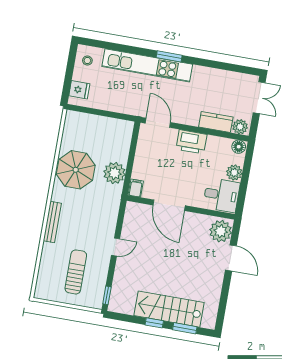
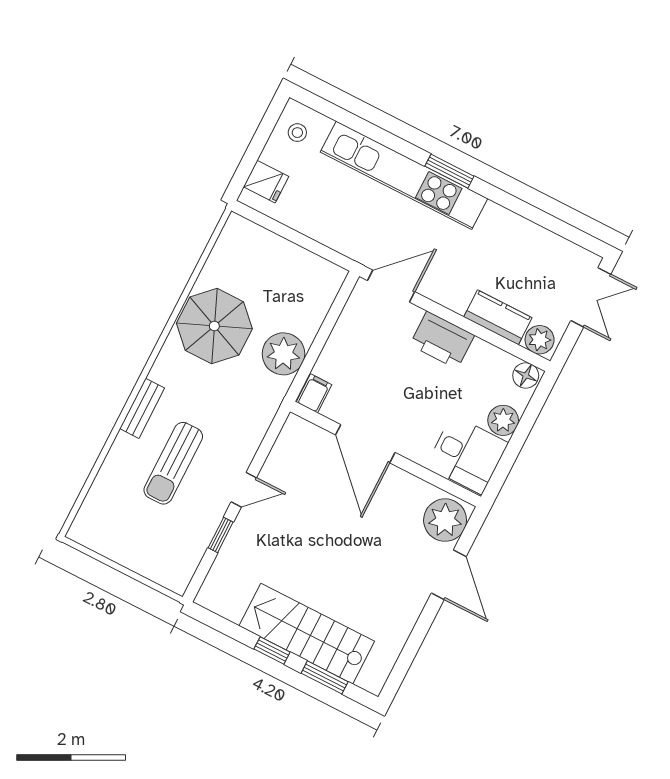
door: (158, 123) -> (391, 286), hinge flipped
bench: (52, 222) -> (142, 408), width x0.73
sun lounger: (76, 272) -> (173, 463), moved, turned 180
window: (107, 295) -> (221, 535), moved

